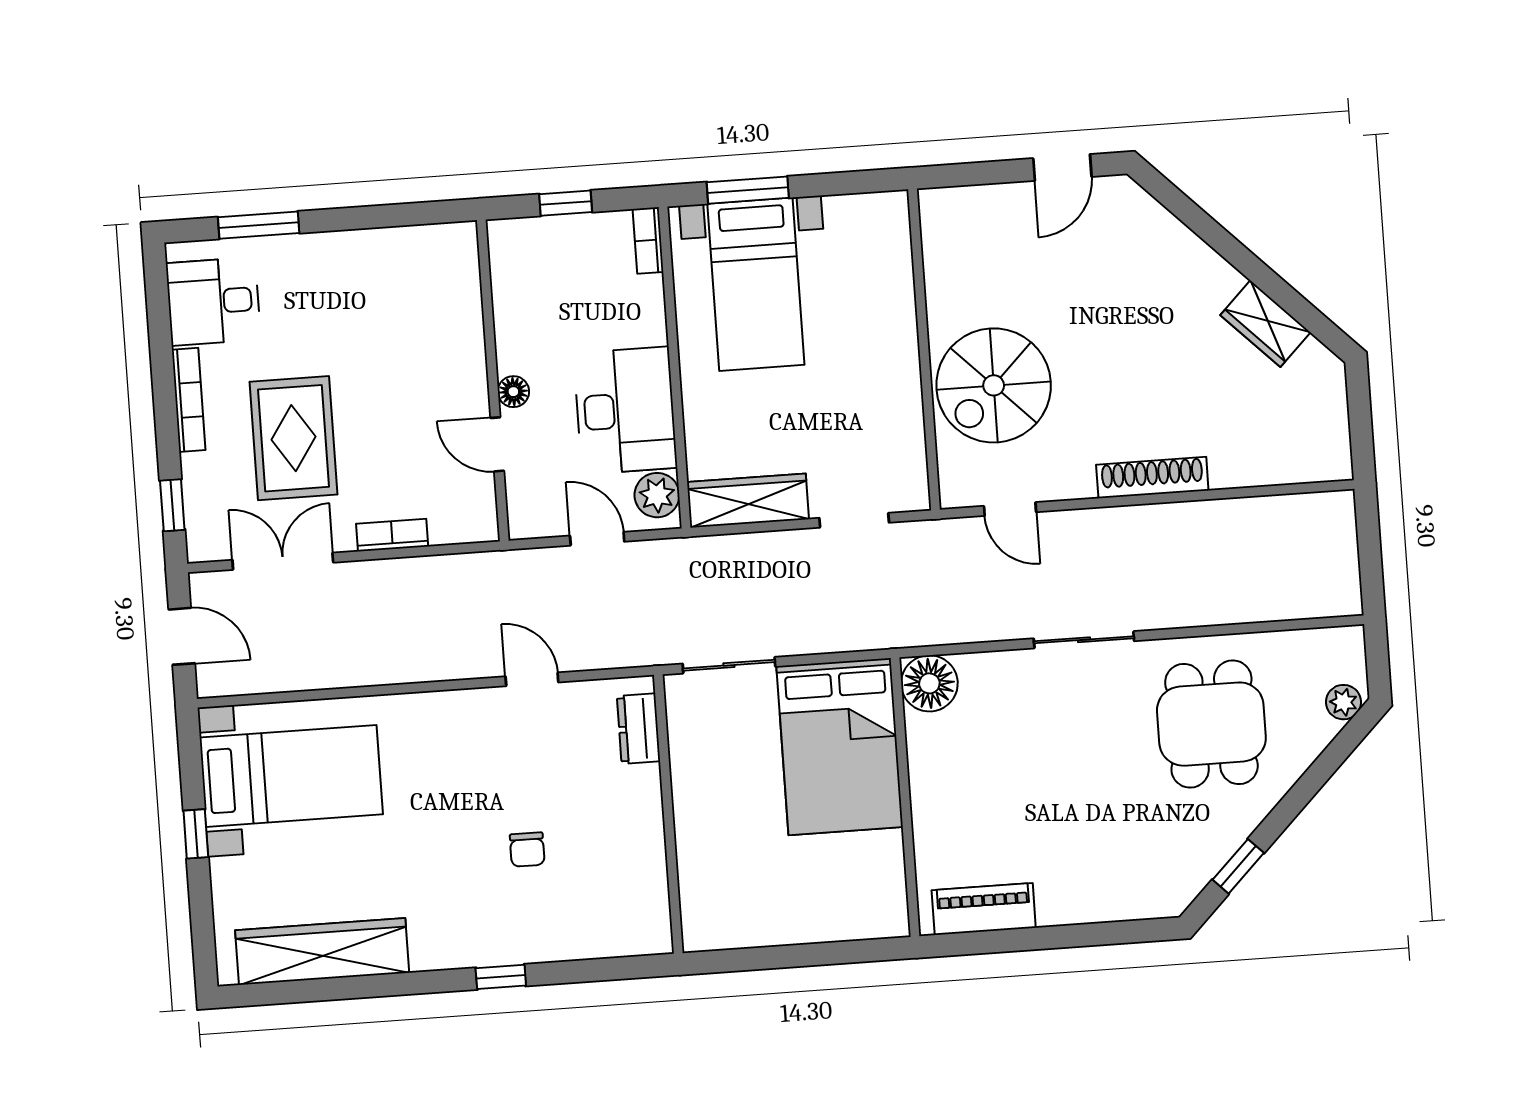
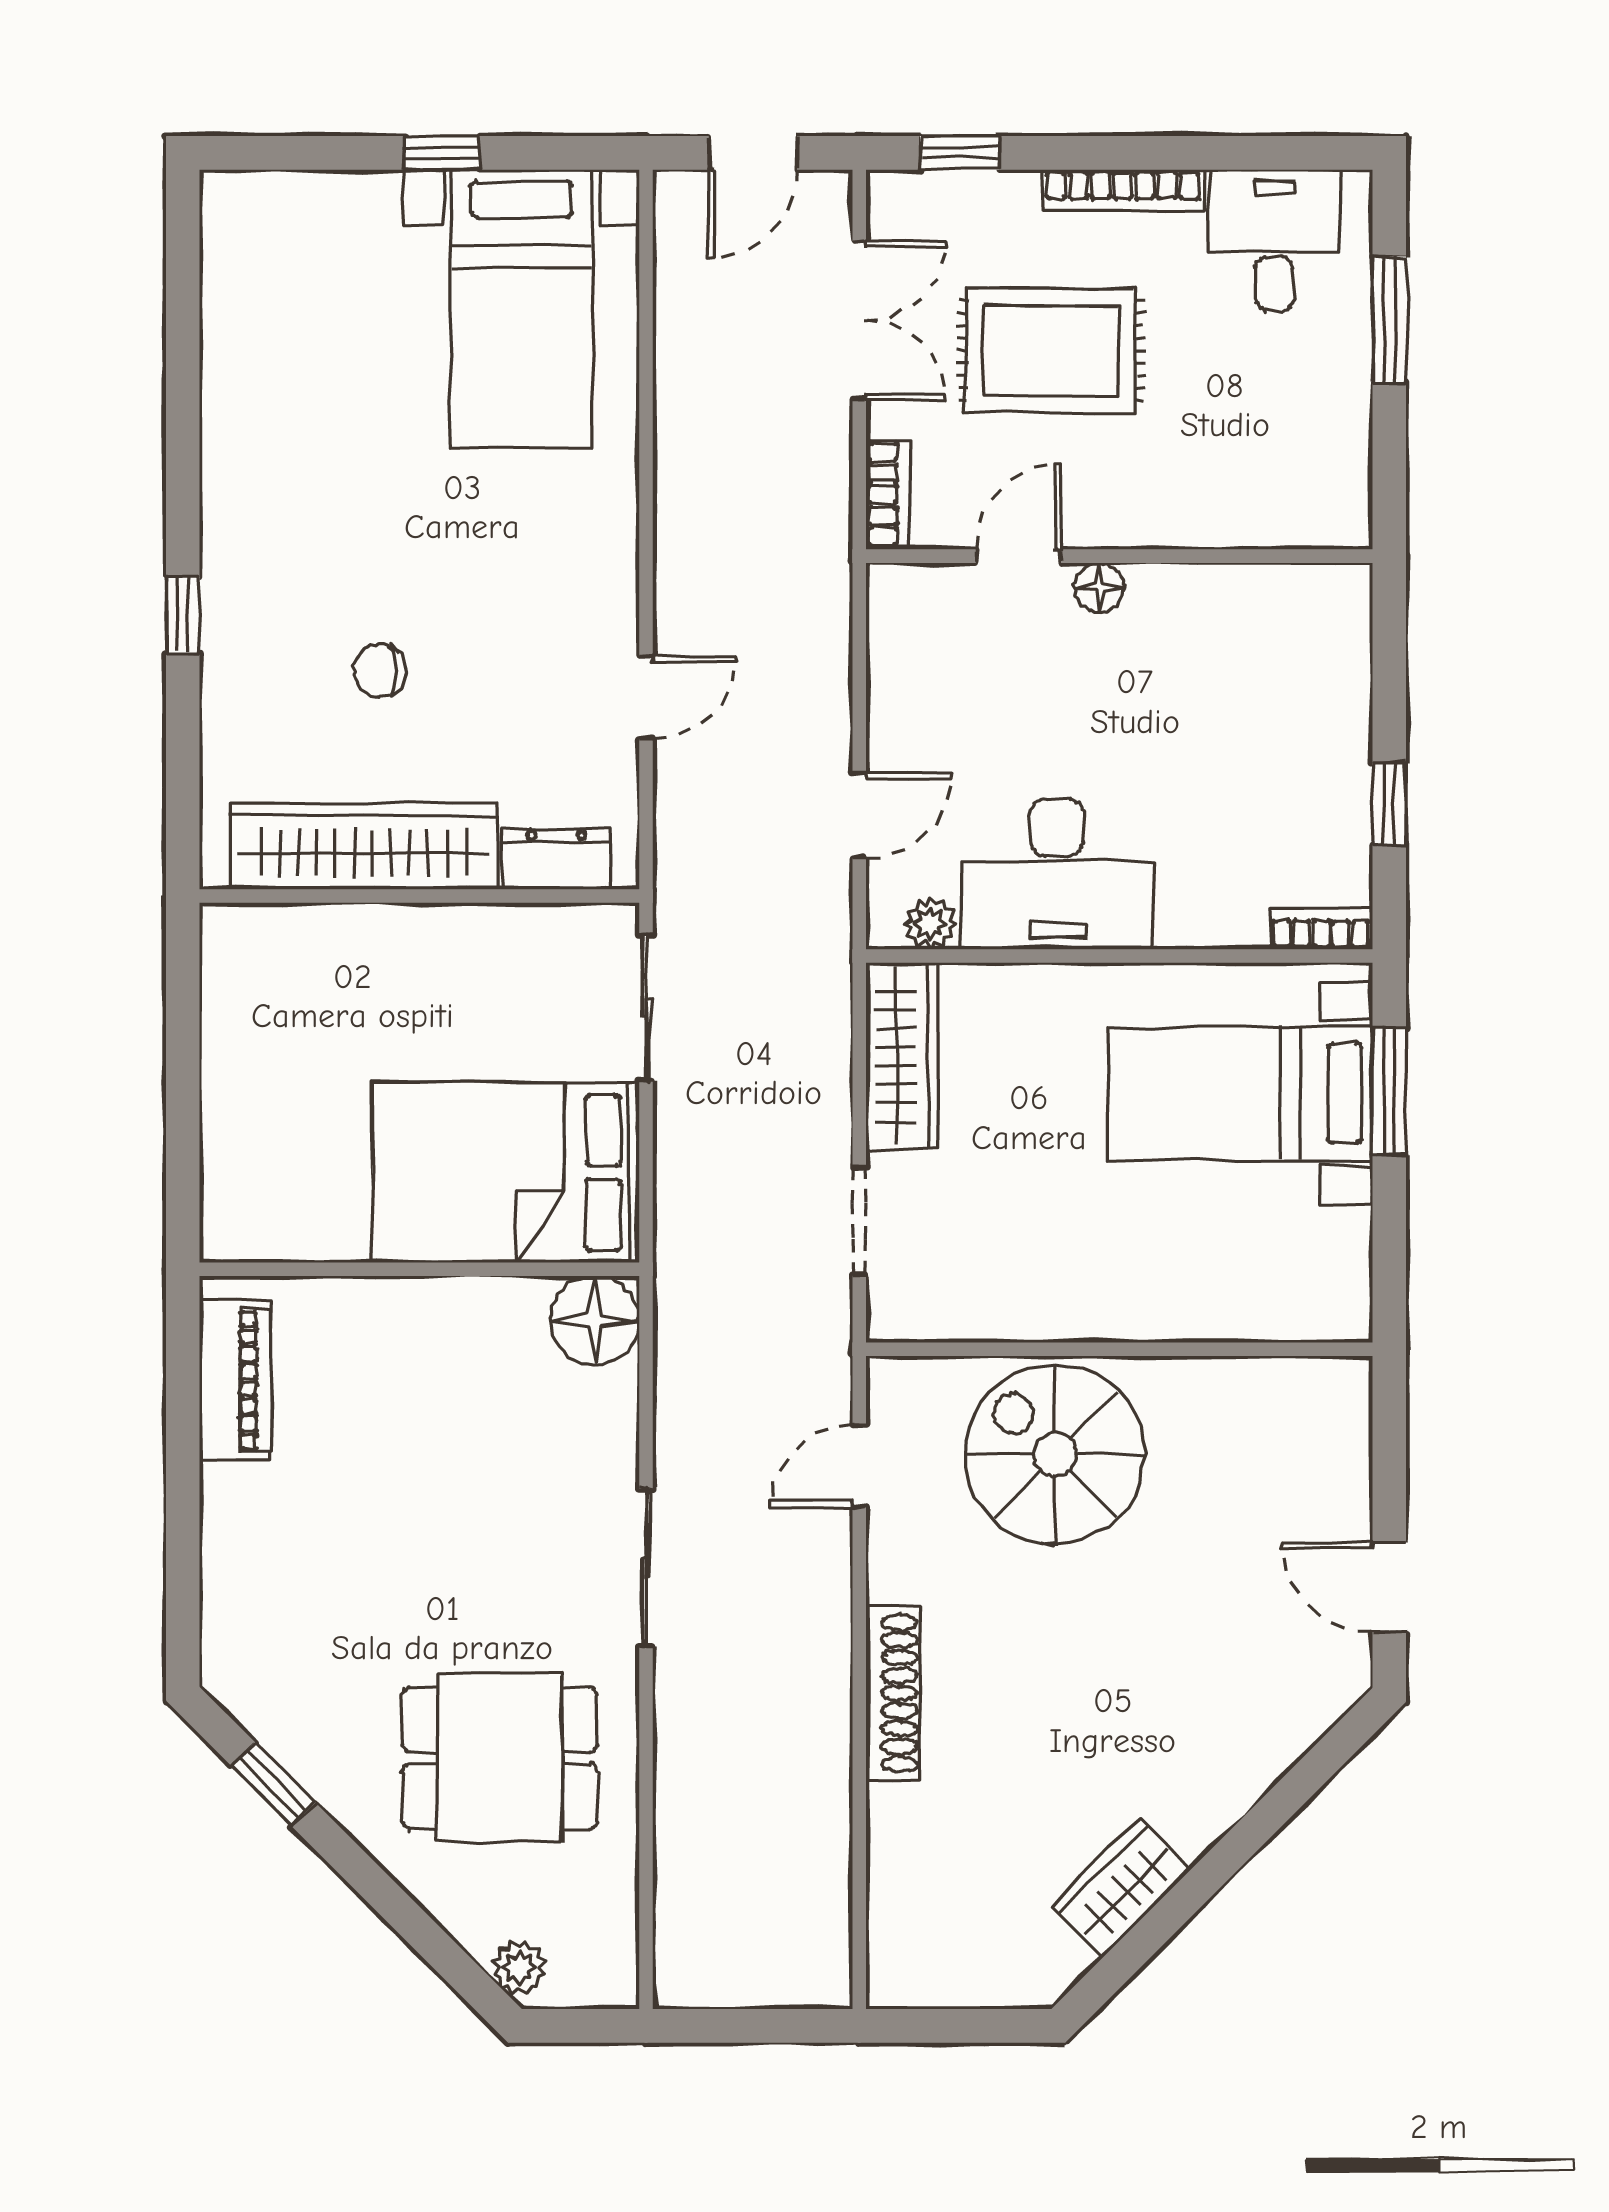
wall: (493, 380) -> (1119, 556), moved
floor lamp: (513, 392) -> (1099, 587), moved
door: (497, 444) -> (1018, 556), moved
plant: (657, 495) -> (931, 924), width x0.73, depth x0.73
wardrobe: (322, 951) -> (363, 846), moved, turned -90

